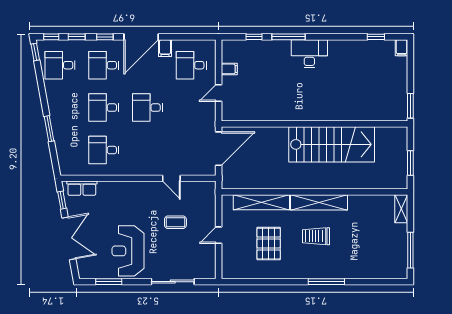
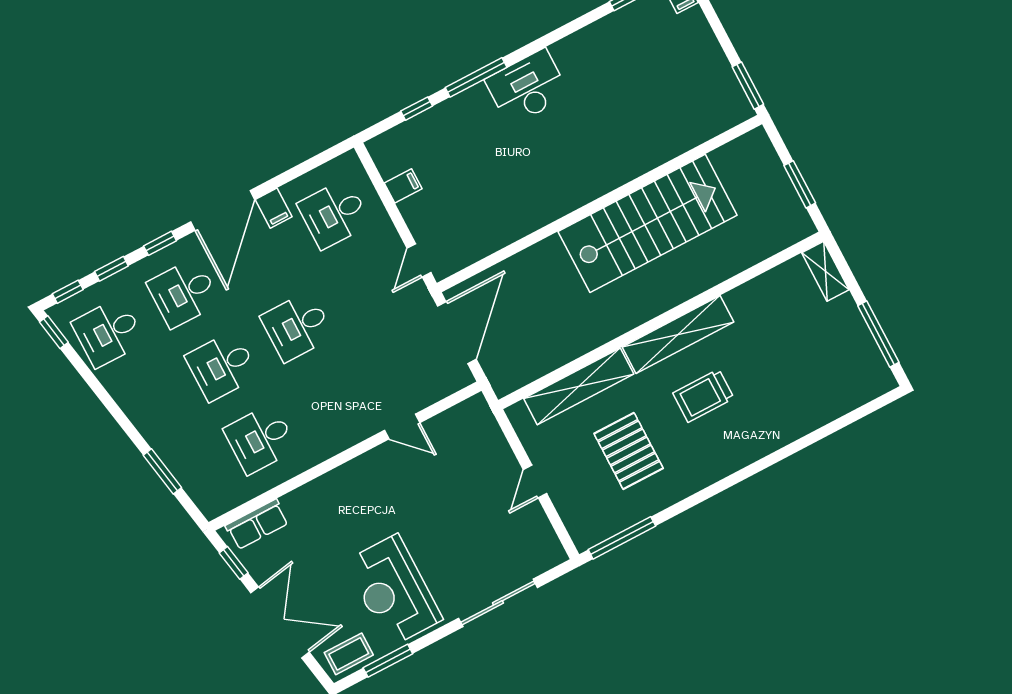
door: (219, 93) -> (419, 260), moved
window: (49, 129) -> (162, 471), moved
coffee table: (175, 222) -> (349, 654), moved
window: (326, 282) -> (622, 538), moved

